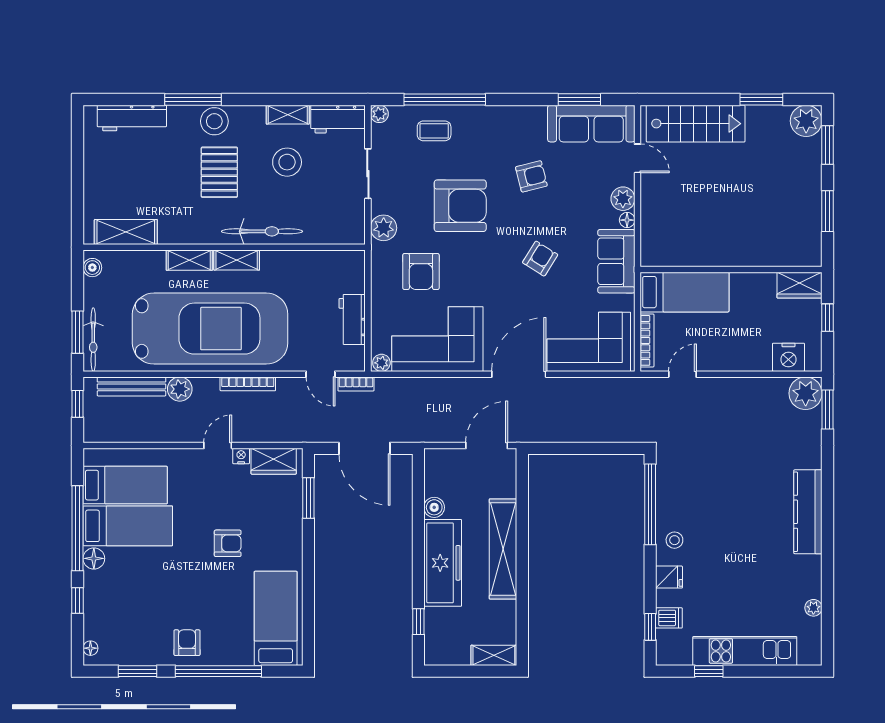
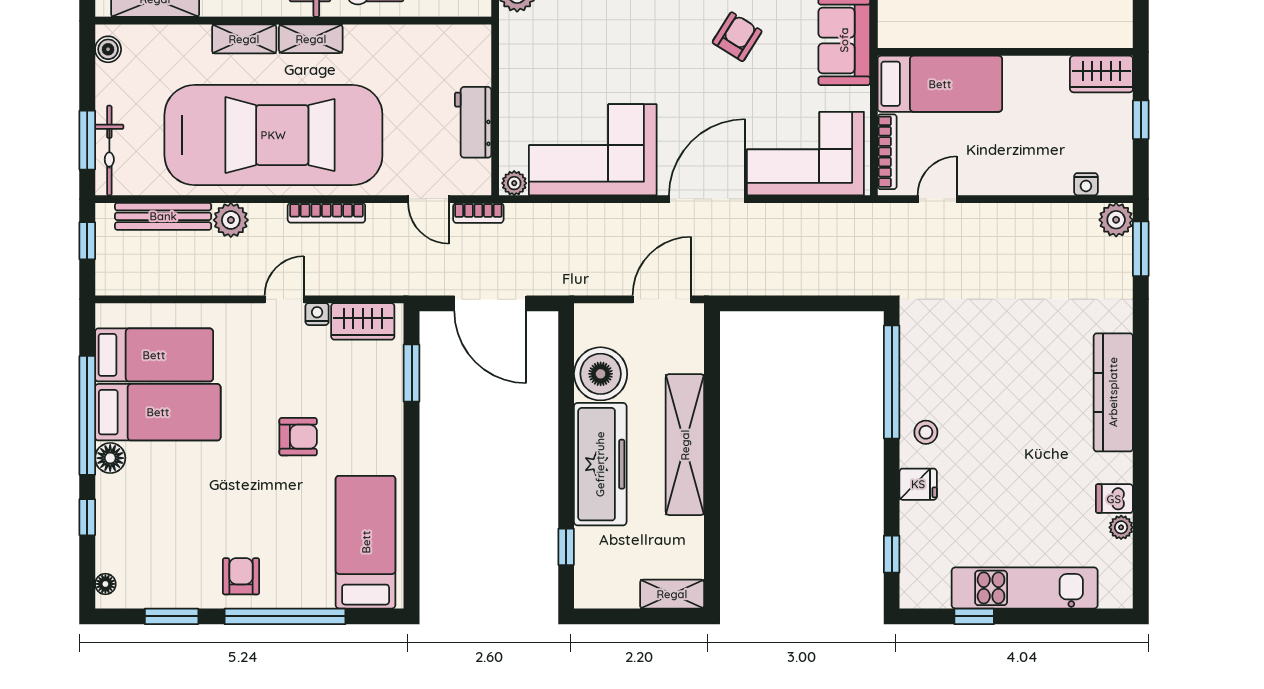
armchair: (421, 271) -> (570, 55), removed
nightstand: (788, 357) -> (1086, 184), width x0.53, depth x0.56
plant: (806, 393) -> (1116, 220), width x0.73, depth x0.73
boiler: (434, 507) -> (601, 374), width x1.86, depth x1.86
dishwasher: (669, 618) -> (1114, 499), moved, turned 180

